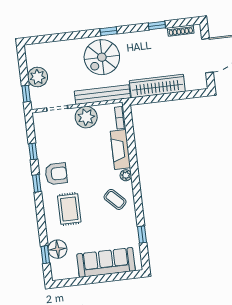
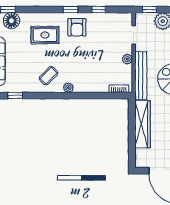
plant: (86, 117) -> (127, 59), width x0.53, depth x0.53
fireplace: (120, 150) -> (91, 86), removed

